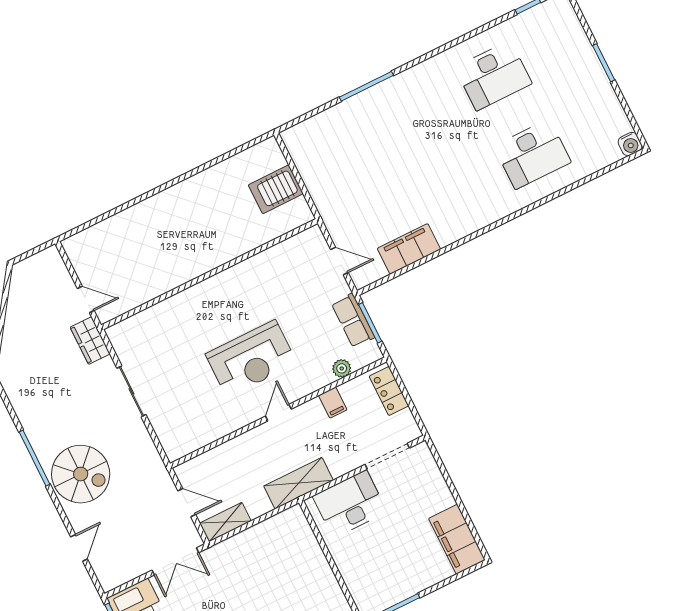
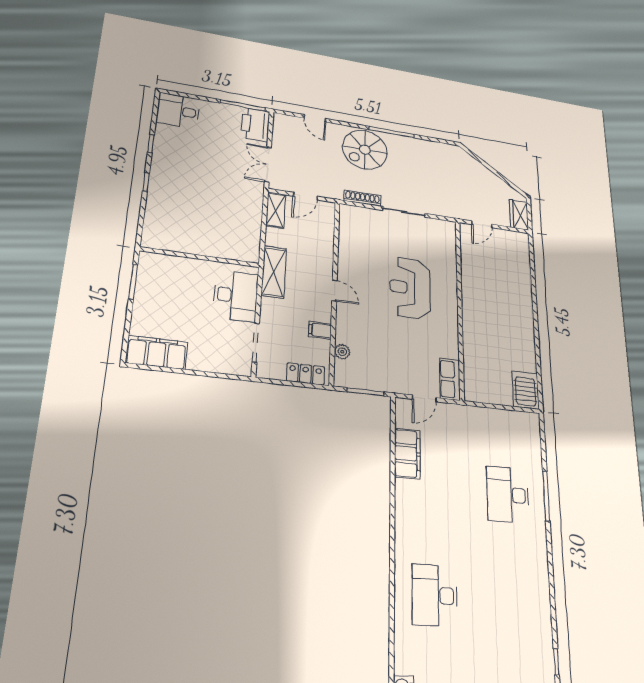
desk: (493, 76) -> (508, 495), moved
server rack: (276, 189) -> (525, 390), moved
row of seats: (353, 320) -> (450, 379), moved, turned -90
wardrobe: (90, 341) -> (519, 215), moved, turned -90
reception desk: (251, 359) -> (410, 288), moved
shoe rack: (146, 443) -> (362, 198), added

